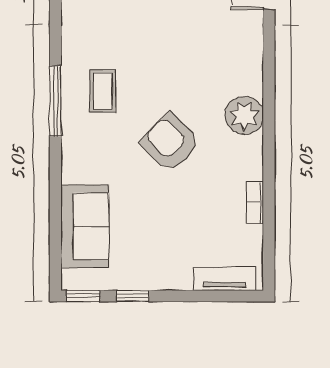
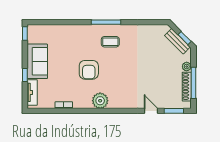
armchair: (170, 143) -> (89, 70), turned 135
sofa: (85, 226) -> (37, 61), moved, turned -90
window: (133, 296) -> (25, 75), moved

